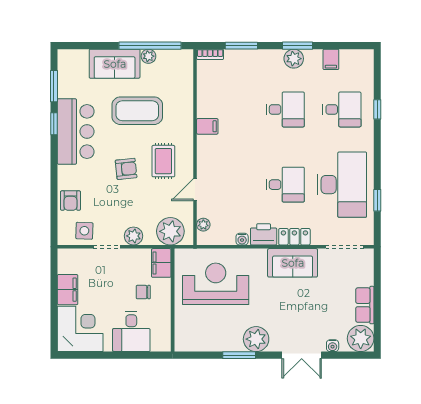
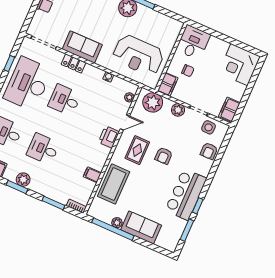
coffee table: (137, 111) -> (114, 184), moved, turned 90
filing cabinet: (207, 126) -> (92, 175), moved
armchair: (126, 169) -> (164, 156), turned -84
armchair: (70, 201) -> (209, 151), turned 180
printer: (264, 234) -> (109, 137), moved, turned 90
filing cabinet: (68, 290) -> (229, 110), moved
desk: (131, 332) -> (193, 42), moved

